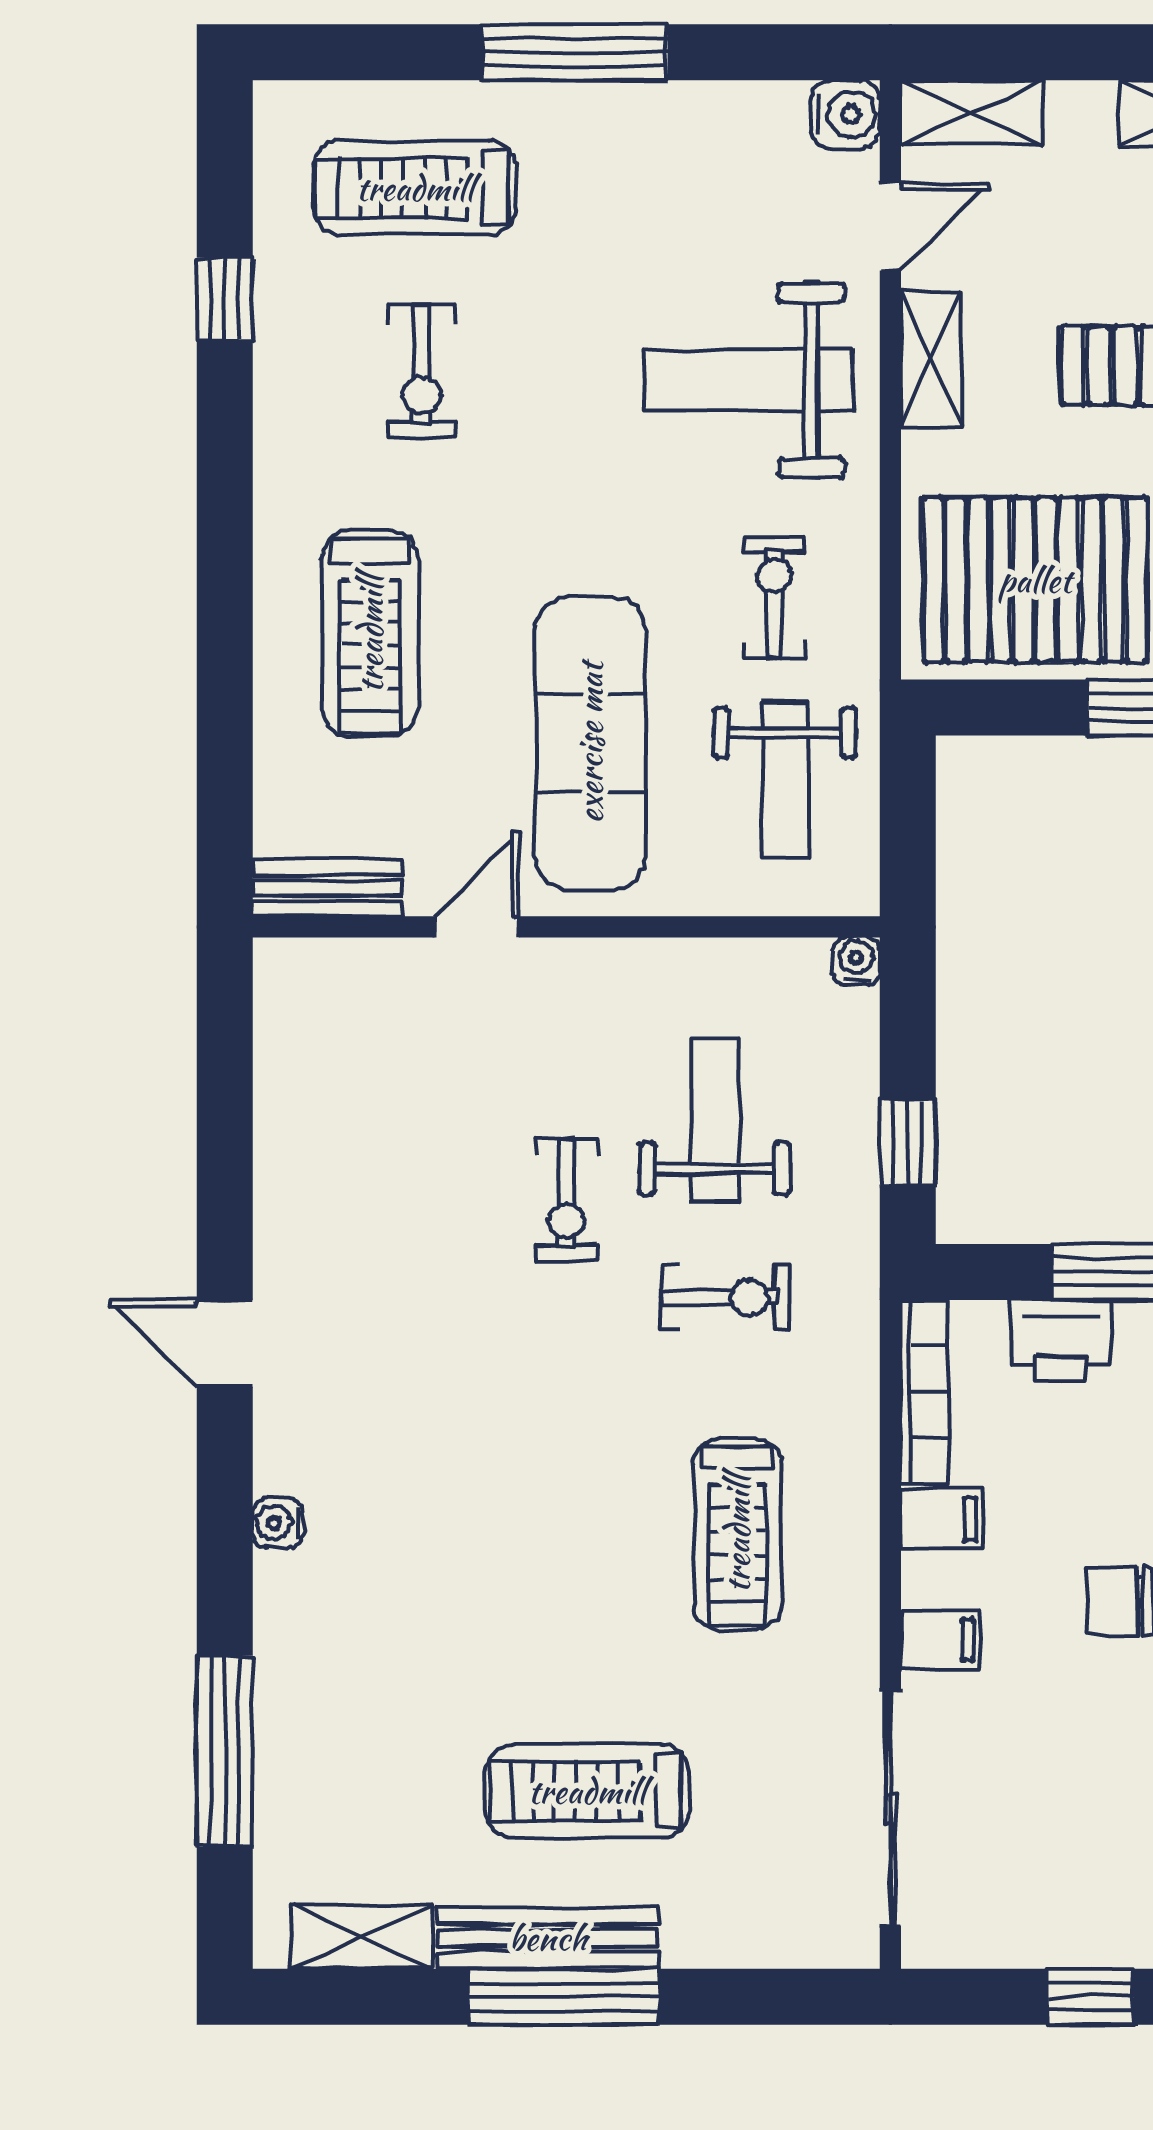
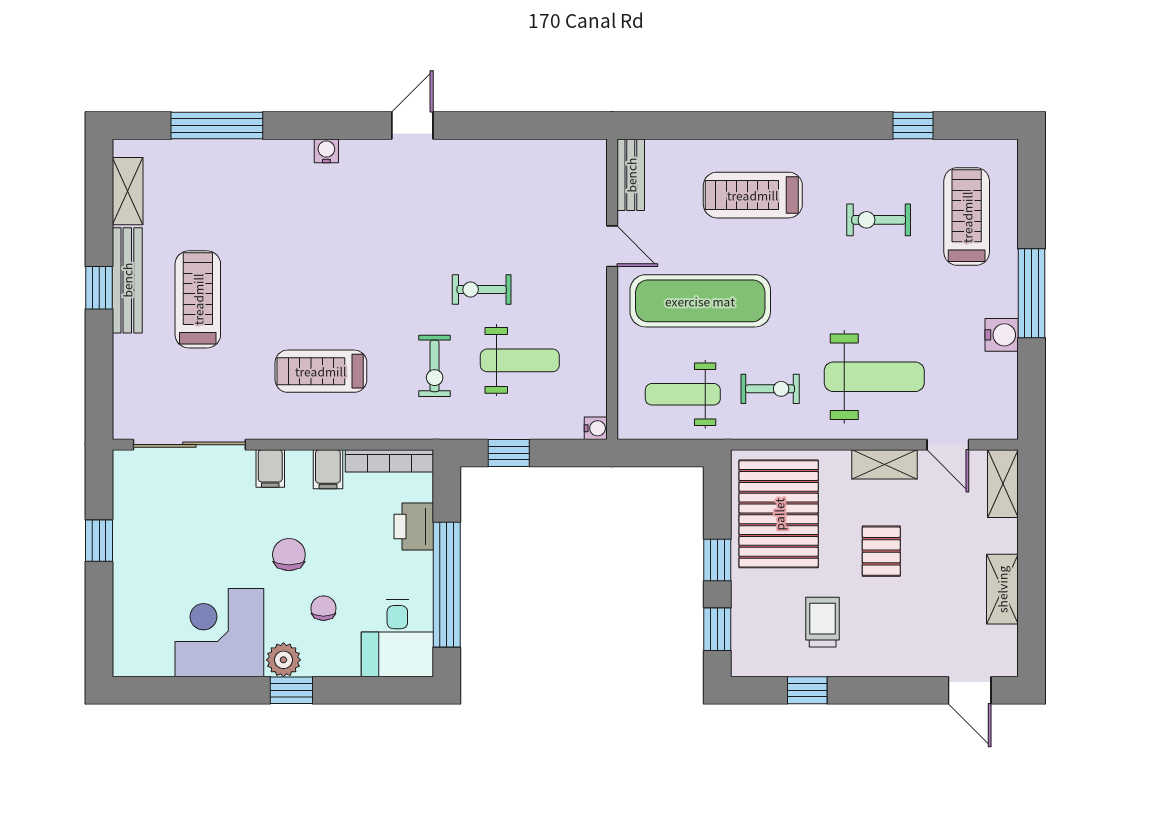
water cooler: (846, 114) -> (1002, 335), moved, turned -90
weight bench: (749, 380) -> (874, 377), turned 90
window: (563, 1997) -> (99, 288), width x0.46

